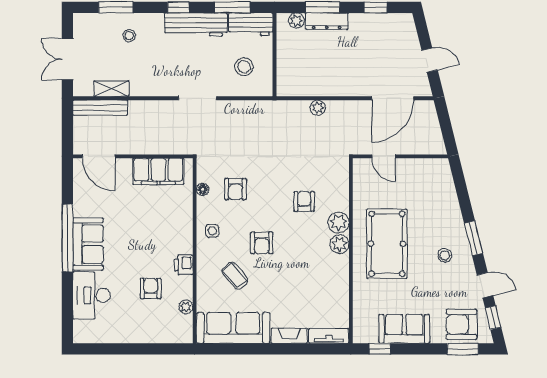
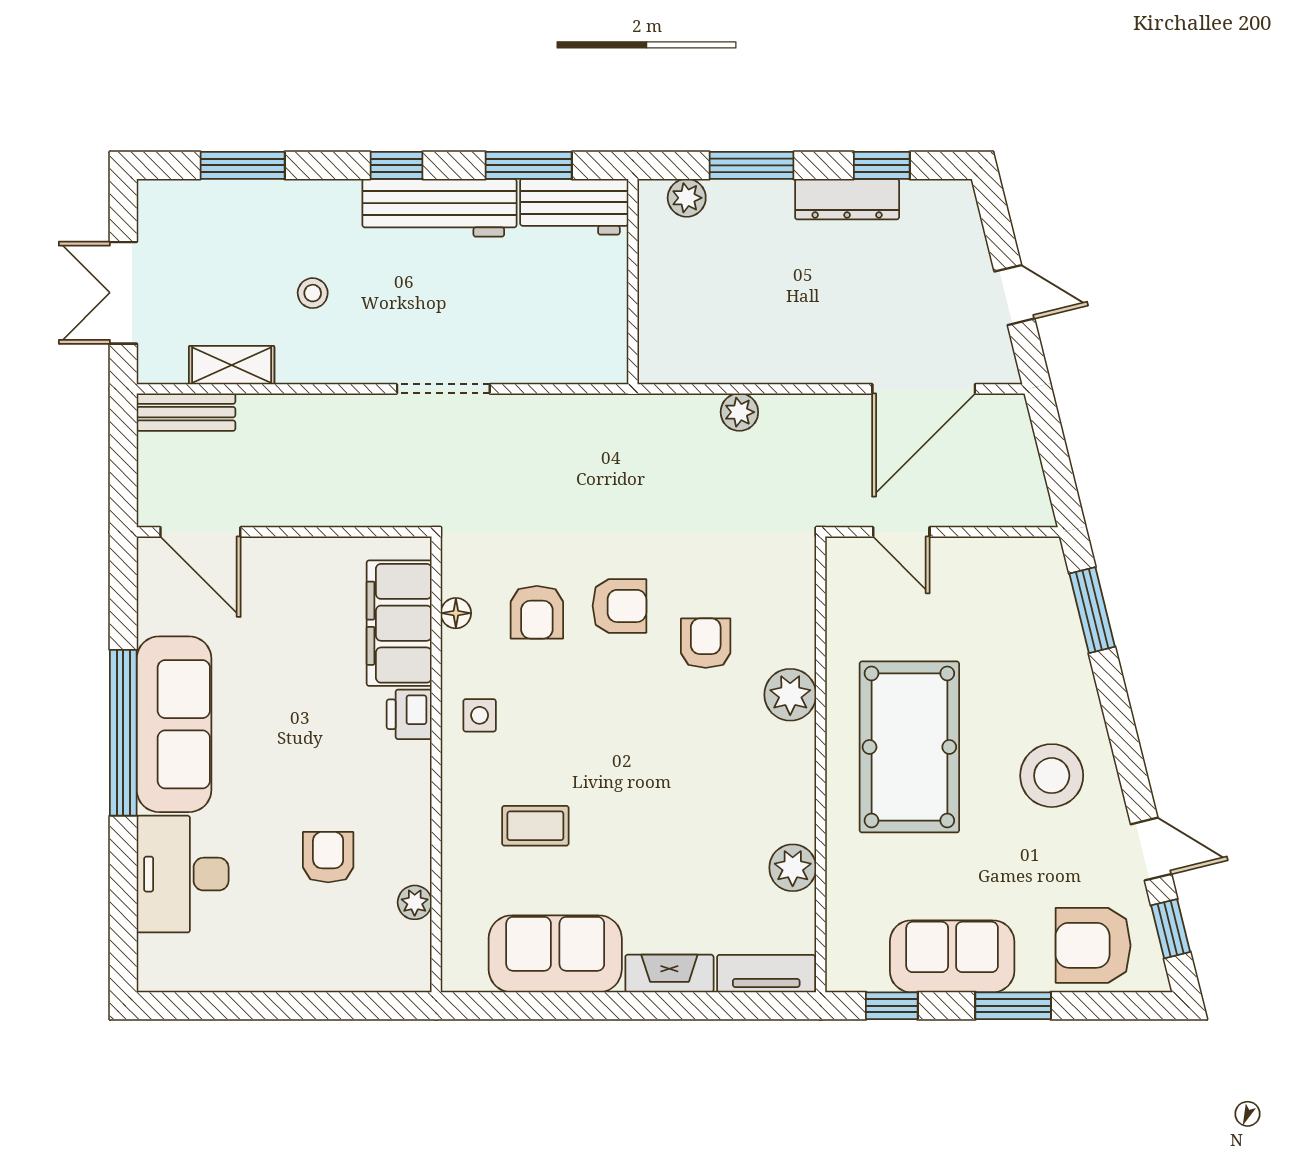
dresser: (327, 21) -> (847, 199), moved
stool: (129, 36) -> (313, 293), moved
stool: (244, 67) -> (558, 311), removed
bench: (100, 108) -> (186, 412), width x0.73
filing cabinet: (158, 171) -> (399, 623), moved, turned 90
window: (473, 238) -> (1092, 610), moved
armchair: (262, 243) -> (619, 606), moved, turned -90
sofa: (88, 244) -> (174, 724), width x1.36
plant: (339, 244) -> (793, 868), moved
stool: (445, 255) -> (1052, 776), width x1.89, depth x1.89
printer: (184, 265) -> (409, 714), moved
coffee table: (235, 276) -> (535, 826), turned -50
sofa: (233, 328) -> (555, 954), width x0.73
window: (463, 349) -> (1013, 1006), moved

